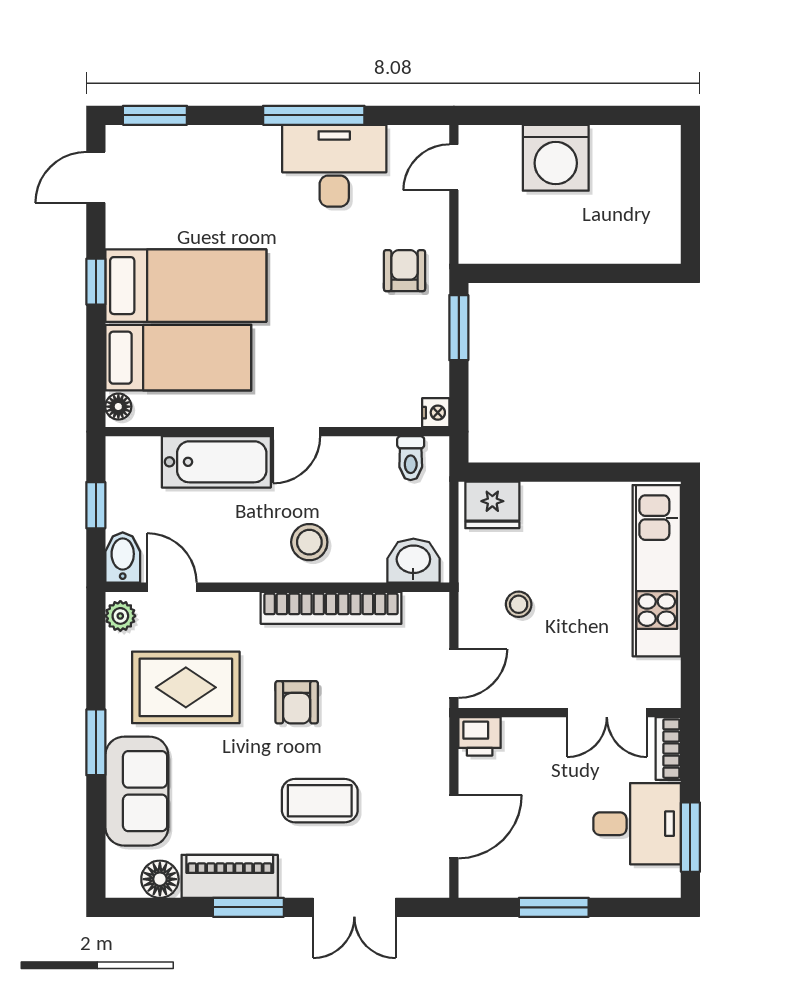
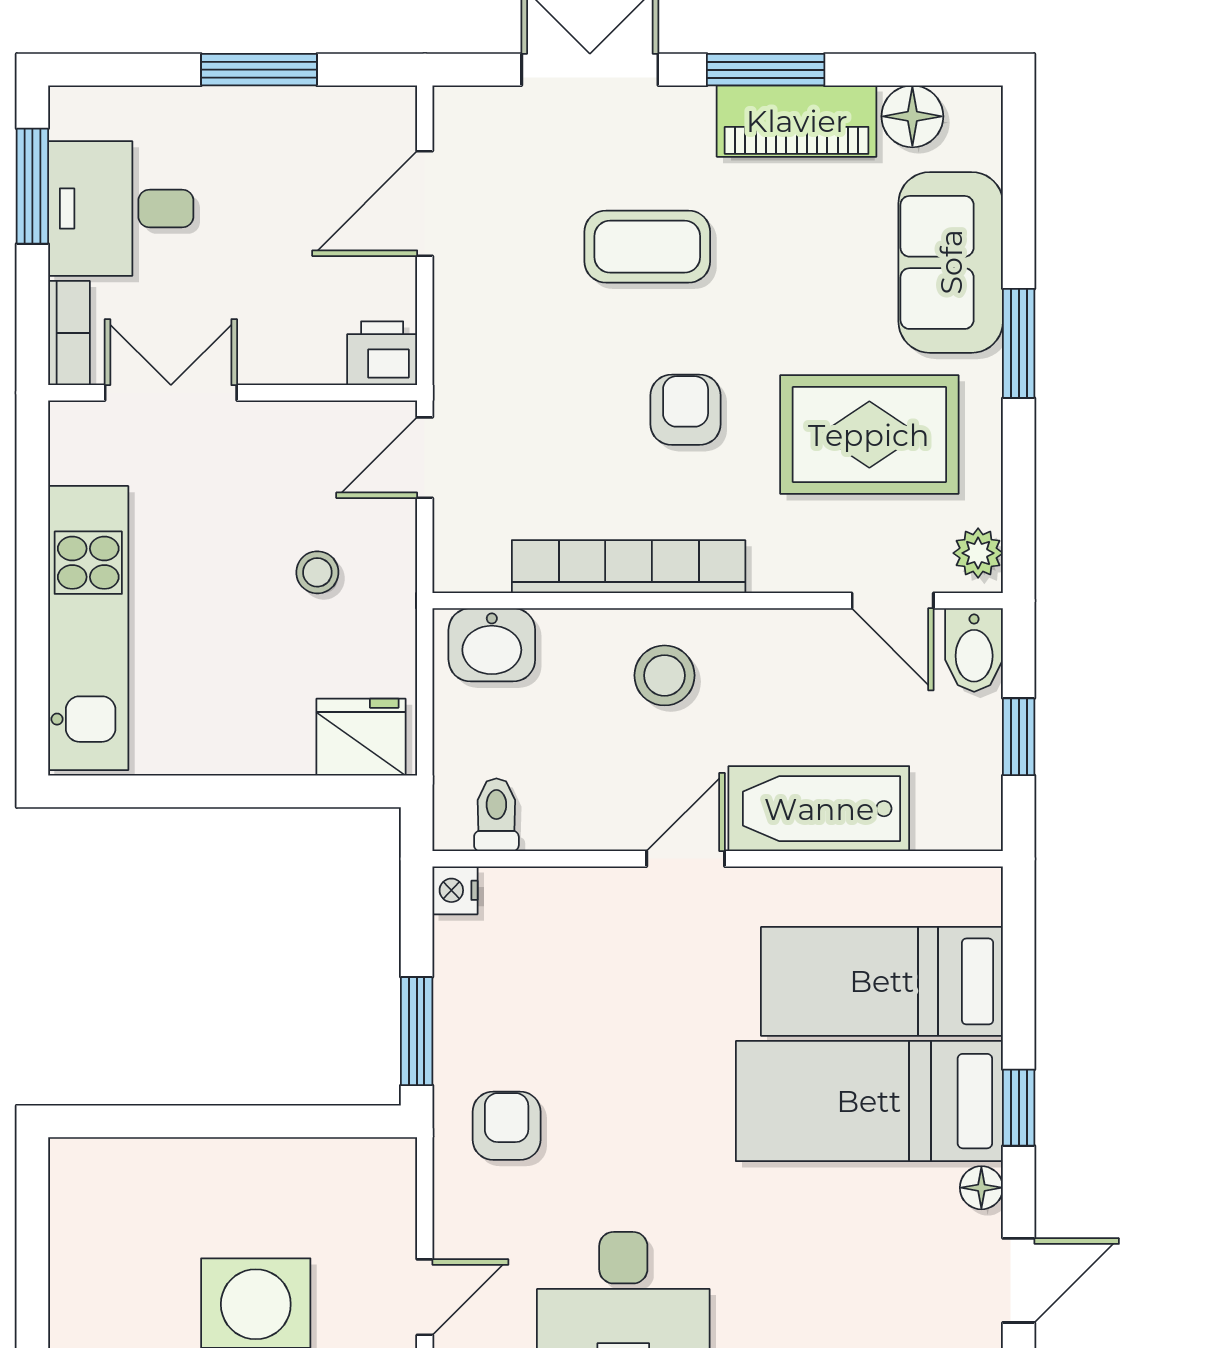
armchair: (405, 271) -> (507, 1126), turned 180
floor lamp: (118, 407) -> (981, 1188), moved

